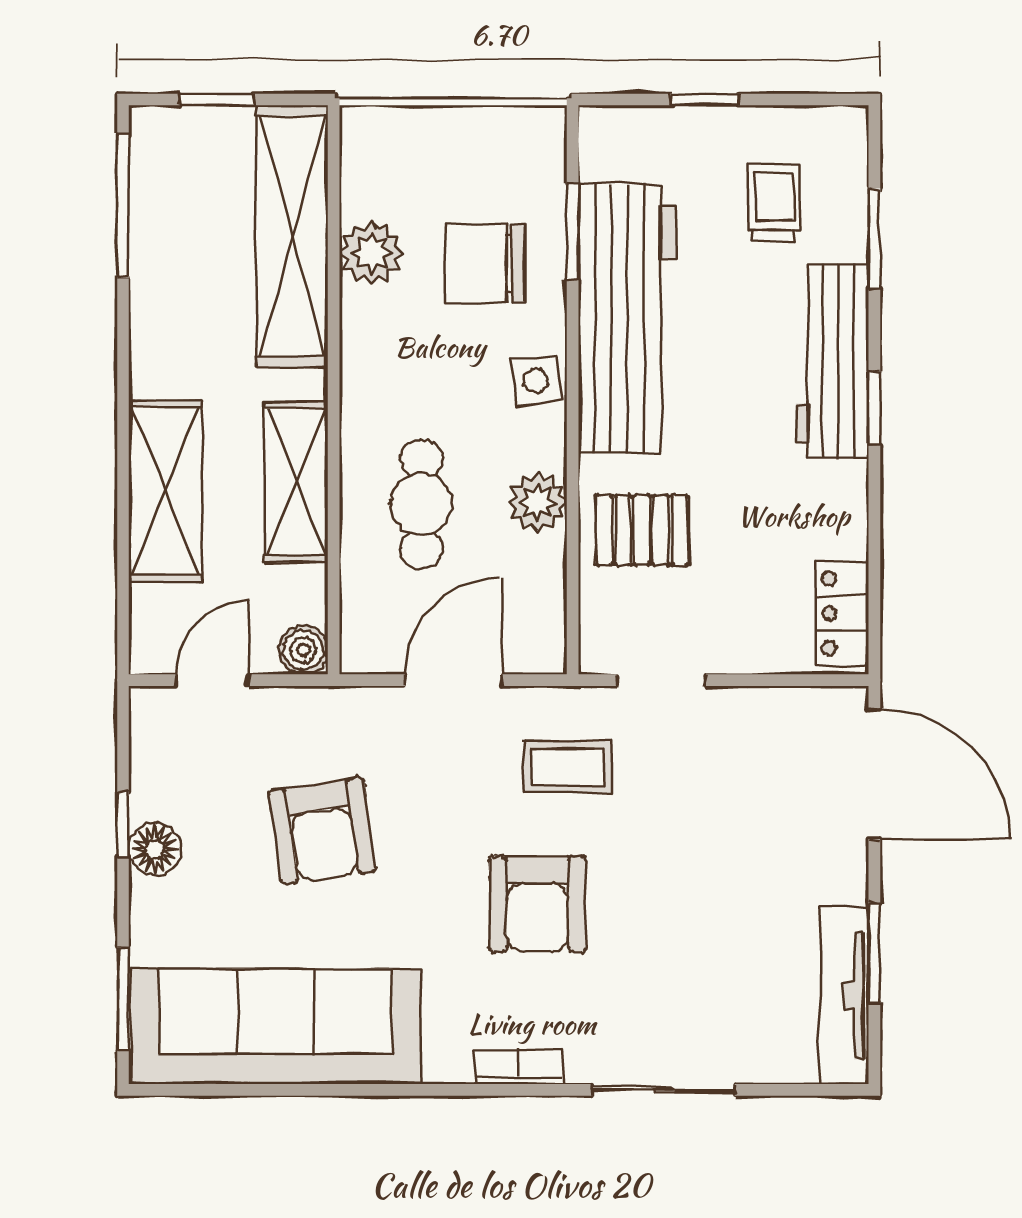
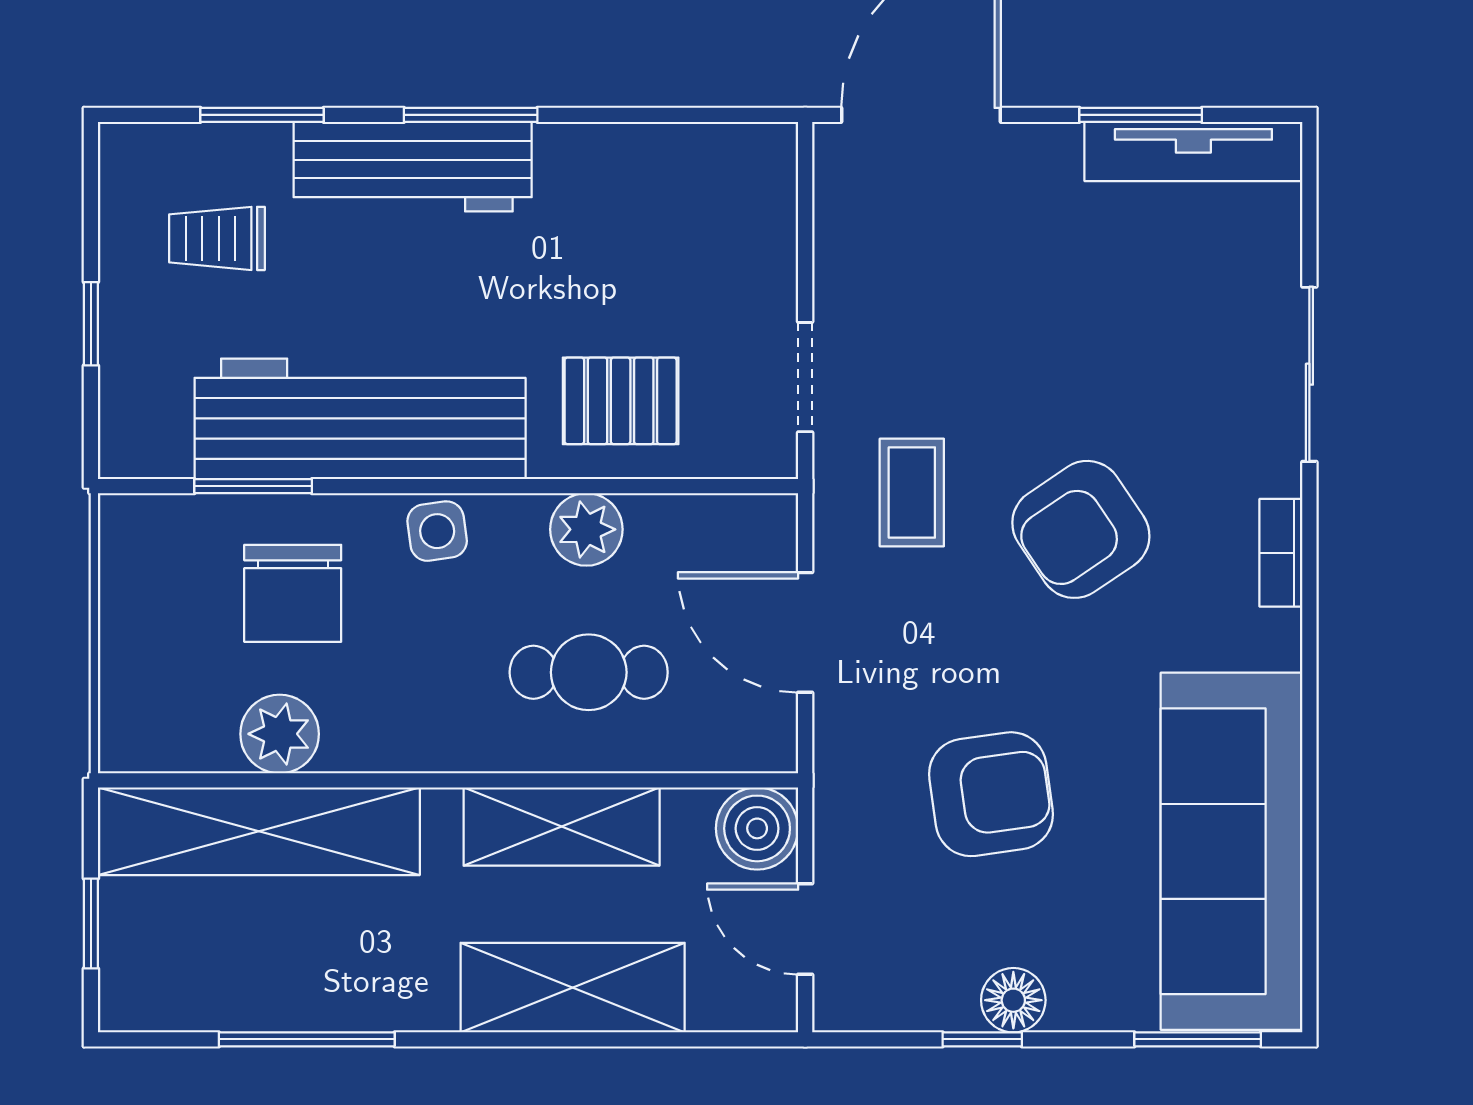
window: (123, 206) -> (307, 1039), moved
window: (874, 408) -> (471, 115), width x1.50
pallet: (642, 530) -> (621, 401), turned 90
locker: (842, 613) -> (723, 154), removed
boiler: (303, 650) -> (757, 828), width x1.36, depth x1.36
armchair: (537, 904) -> (1081, 529), turned 146

